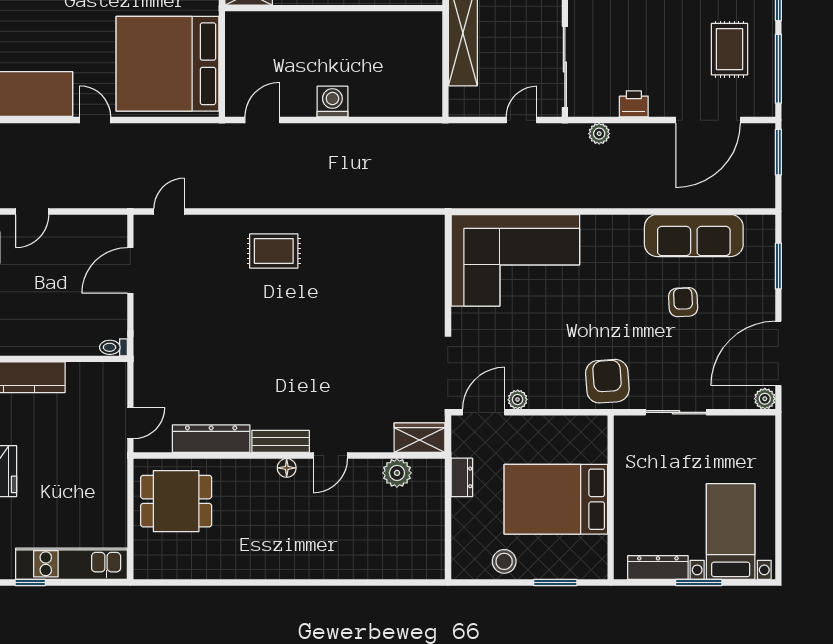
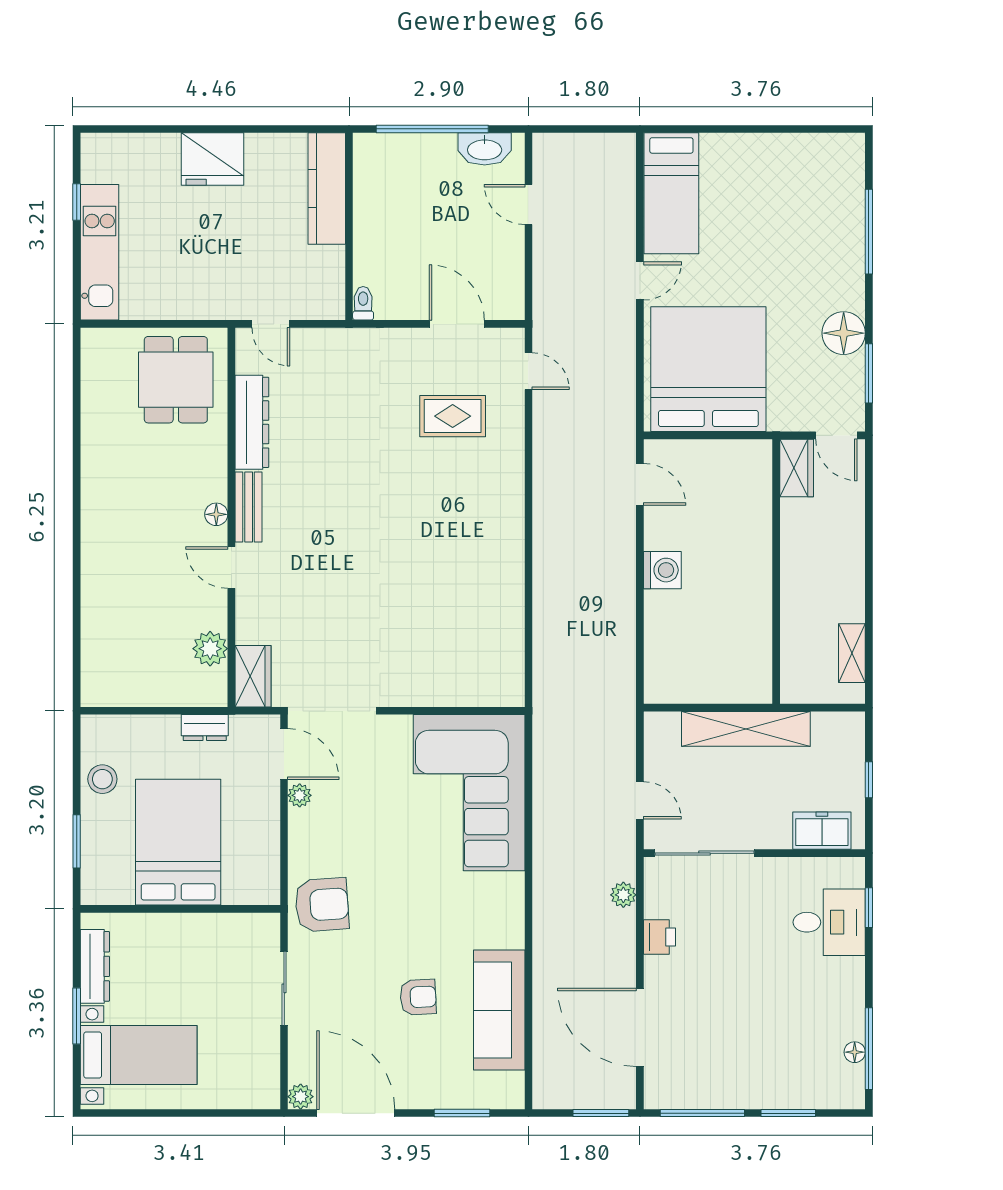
rug: (729, 49) -> (726, 1054), removed
rug: (274, 251) -> (453, 416), moved, turned 90

